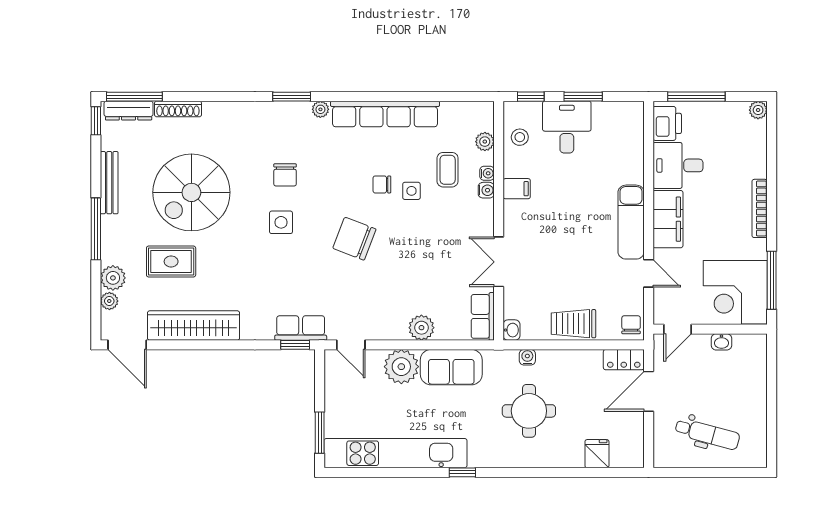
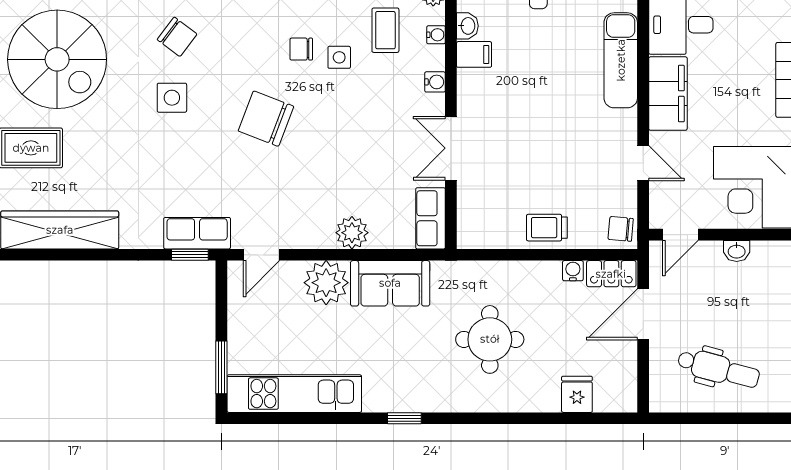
chair: (285, 175) -> (177, 37), turned -53
water cooler: (486, 190) -> (435, 82), moved
spiral stairs: (191, 192) -> (57, 59), turned -90
exam couch: (631, 222) -> (621, 60), moved
trolley: (573, 324) -> (547, 228), width x0.73, depth x0.72
chair: (631, 325) -> (621, 229), turned -85
washbasin: (511, 330) -> (467, 26), moved
door: (351, 345) -> (261, 255), hinge flipped
water cooler: (527, 357) -> (573, 271), moved
kitchen unit: (395, 453) -> (294, 394), width x0.73

